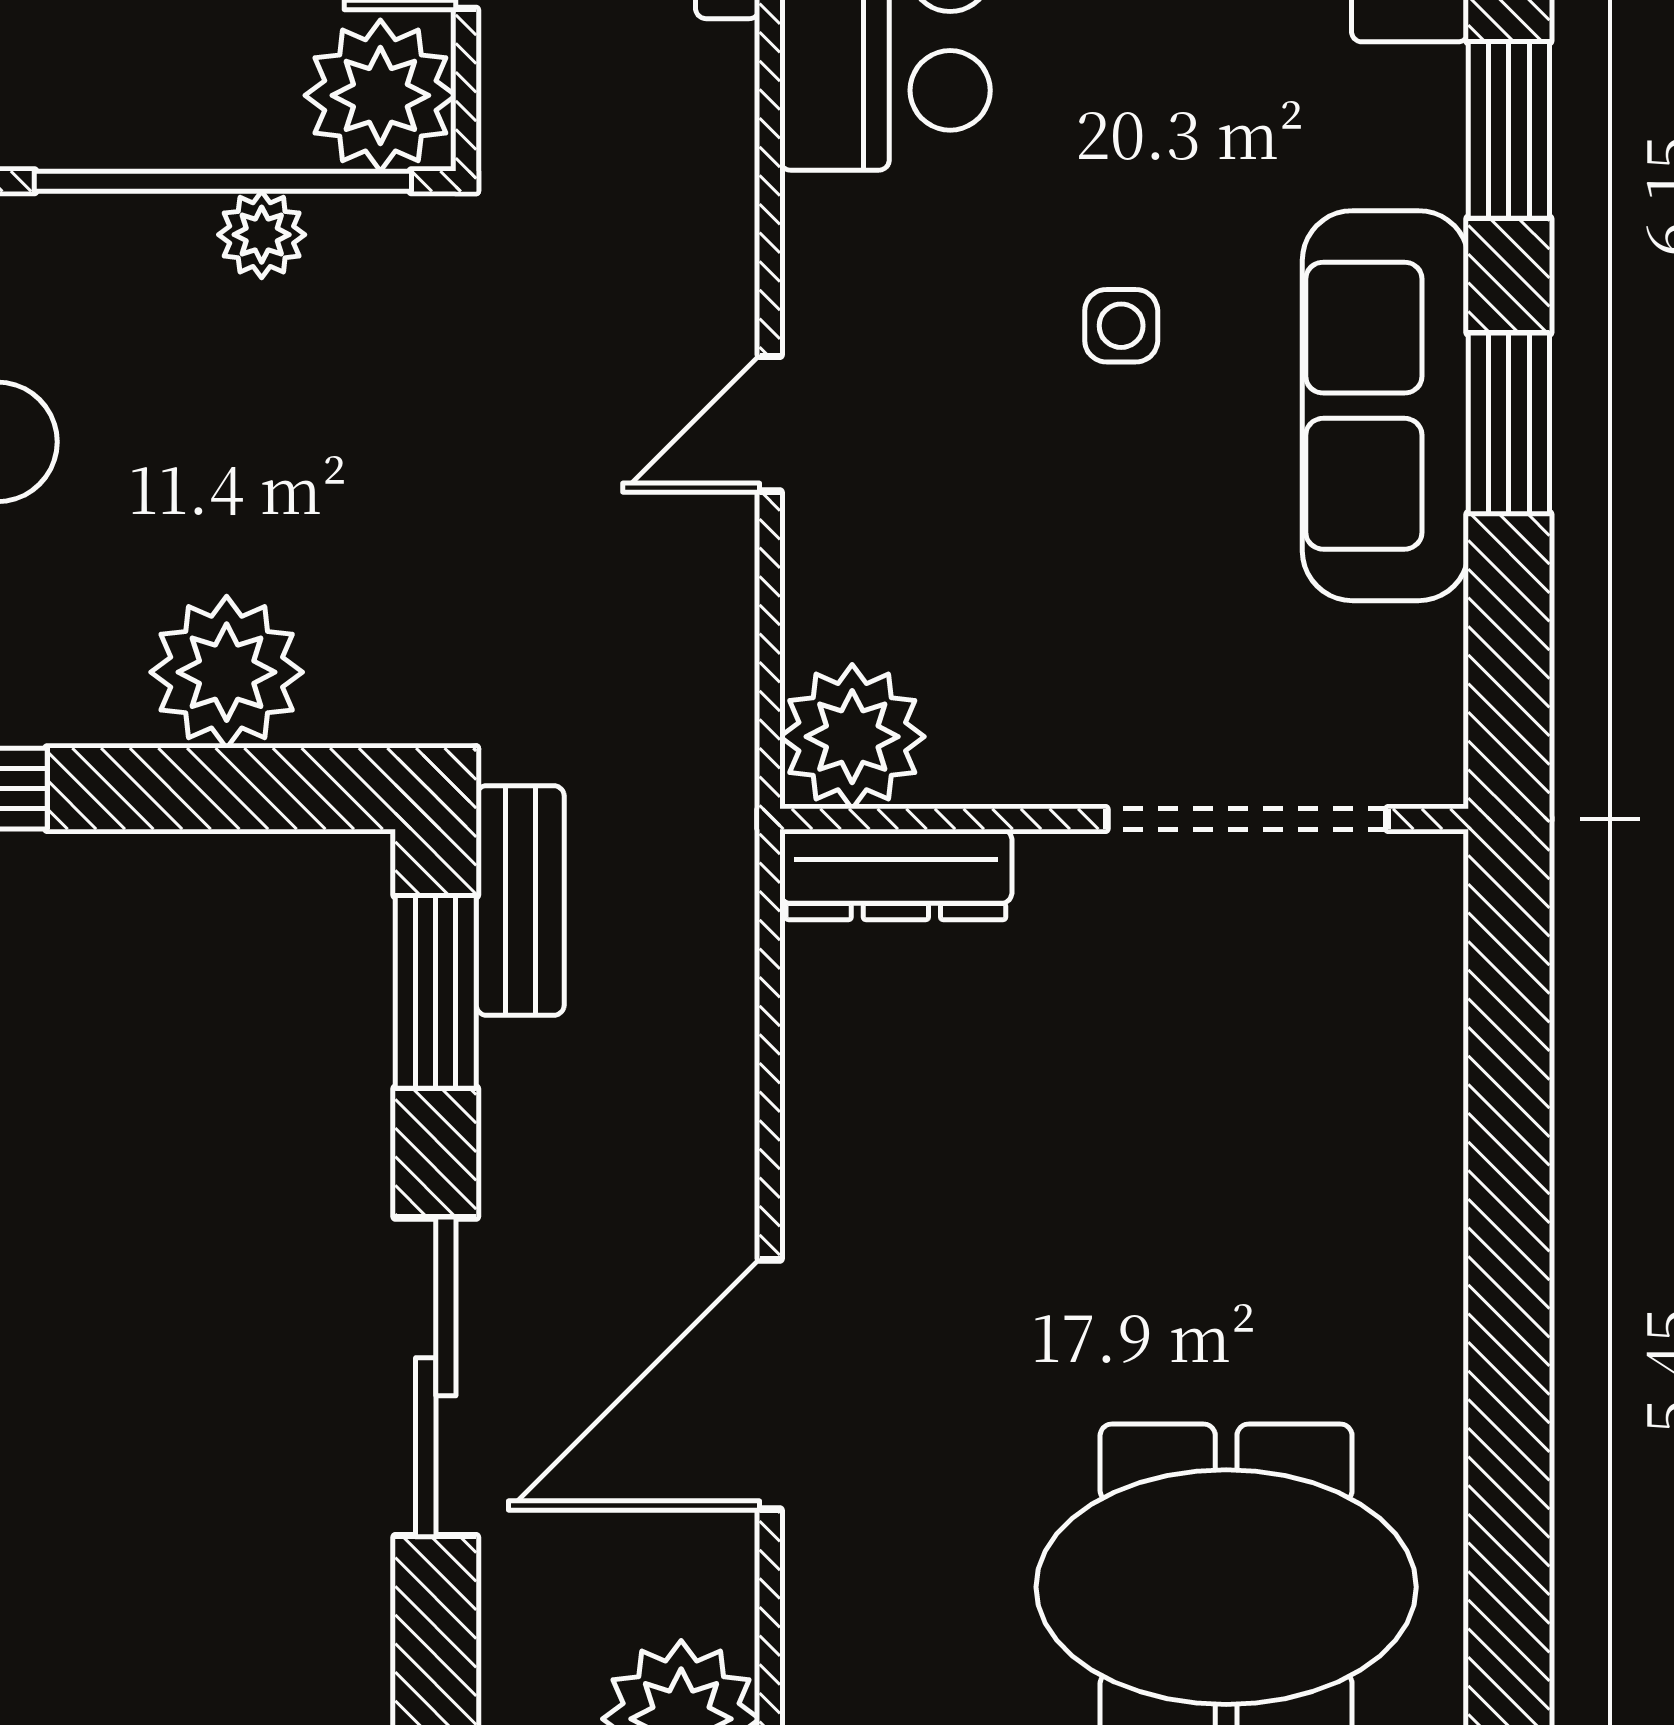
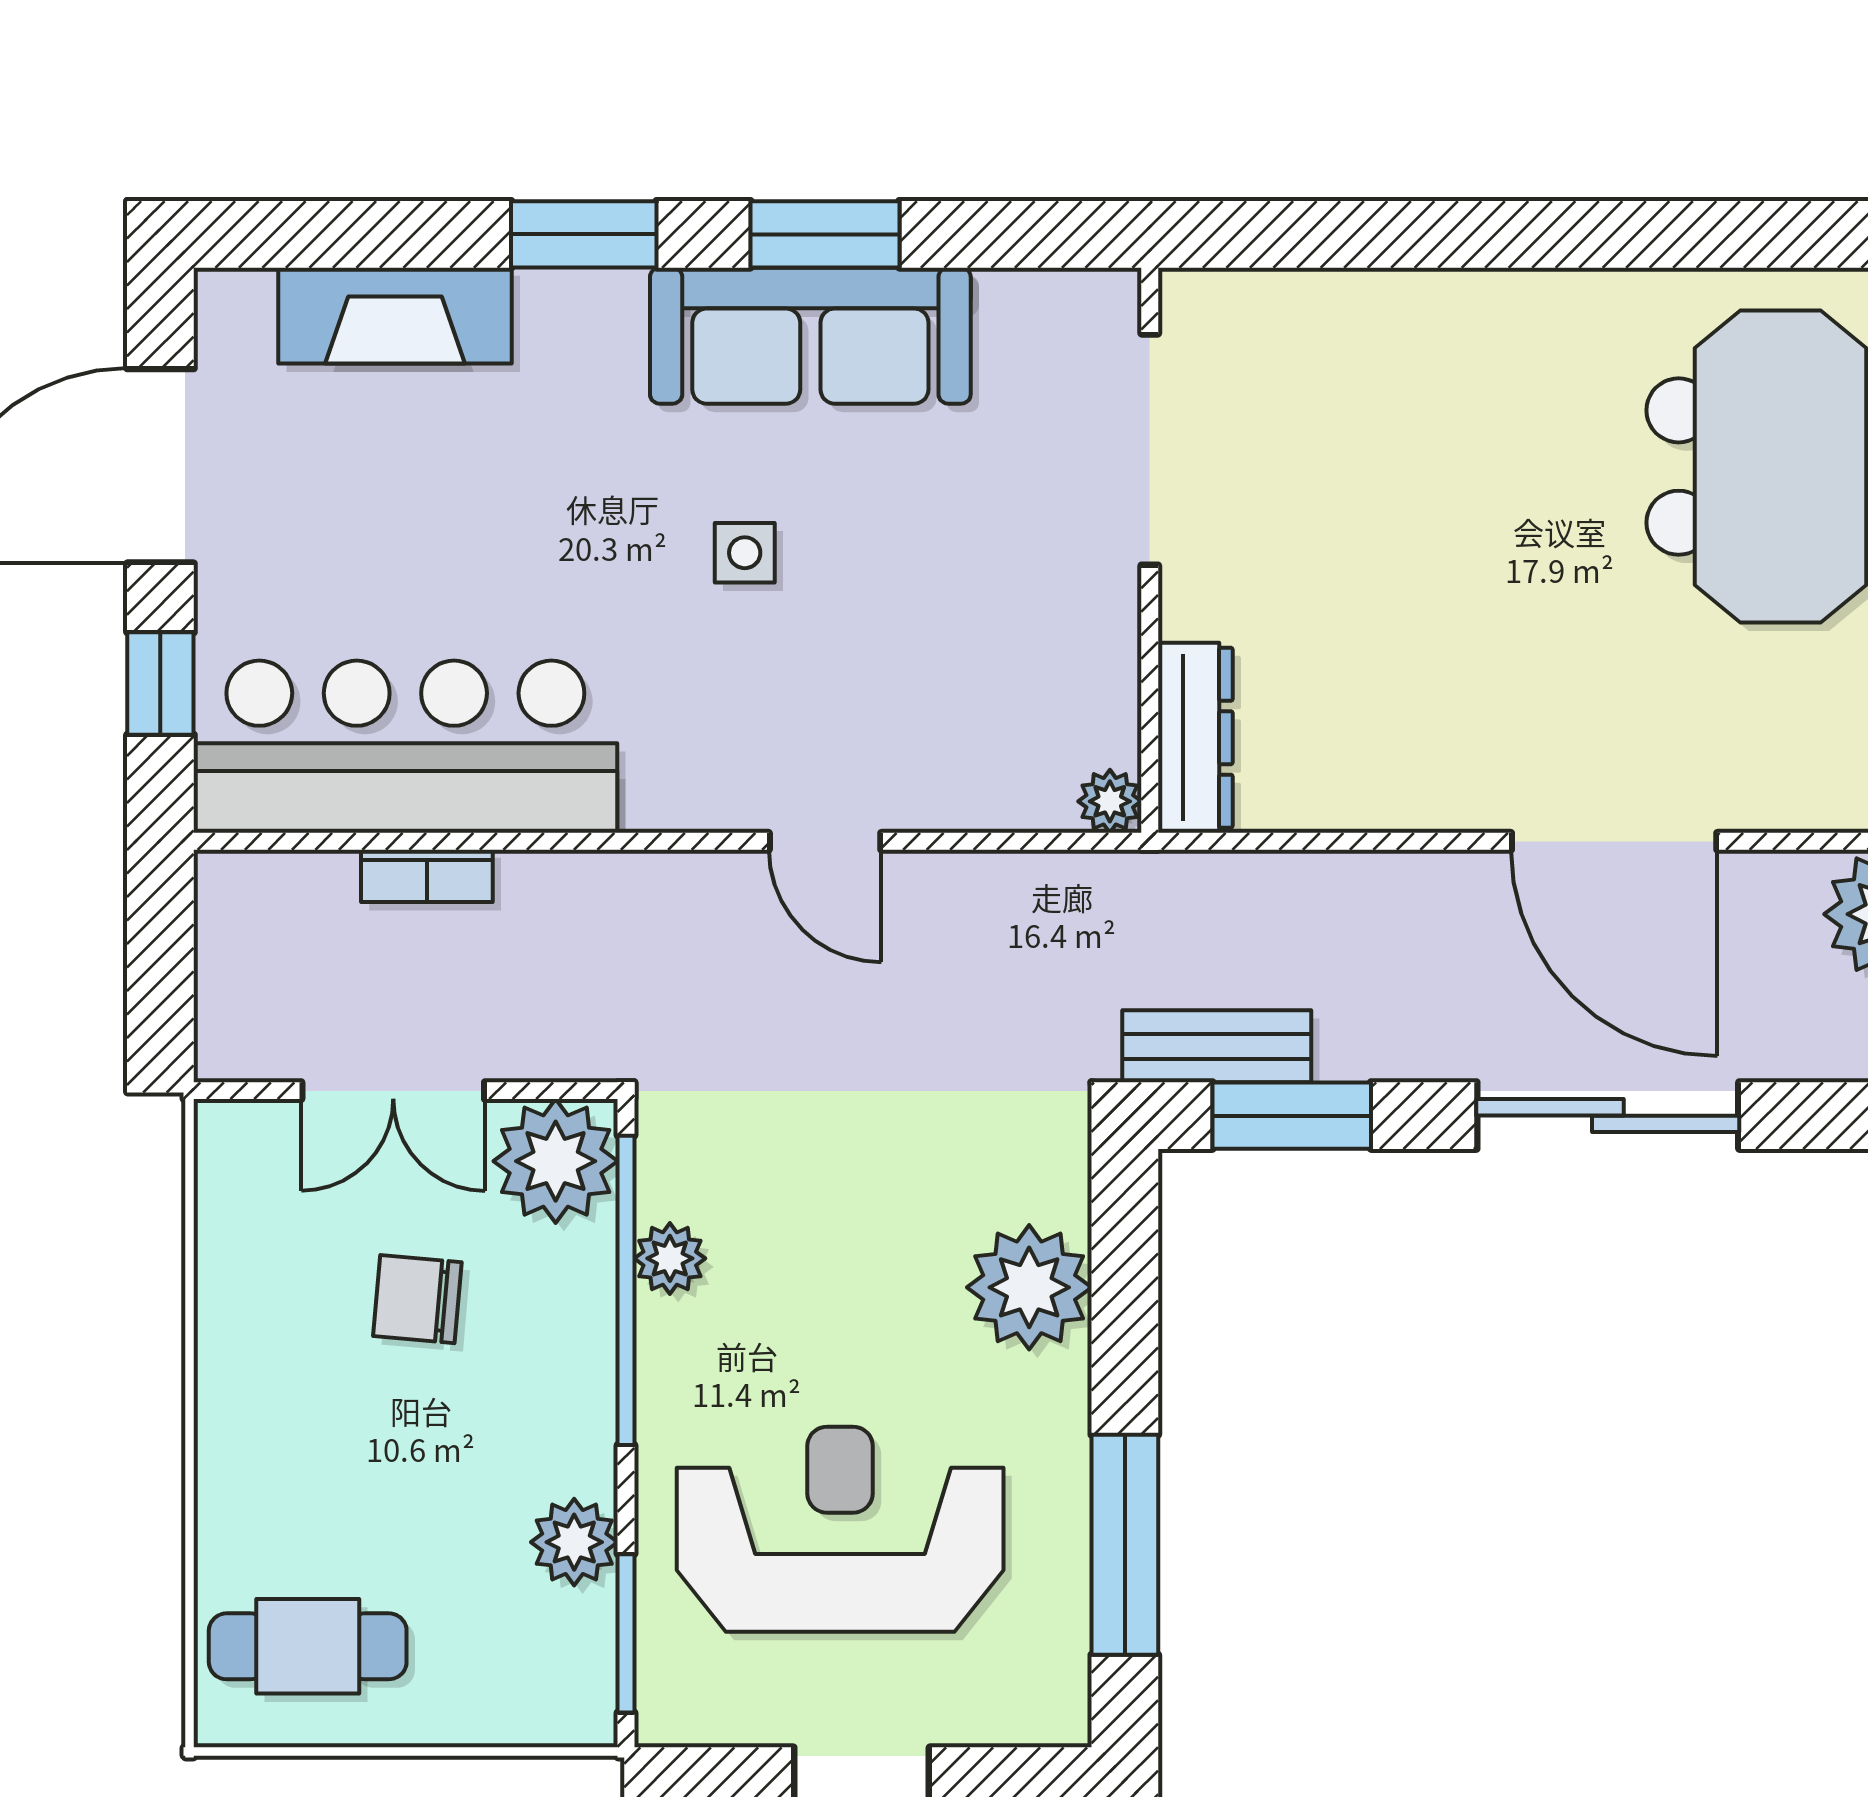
plant: (852, 737) -> (1110, 801), width x0.53, depth x0.53

